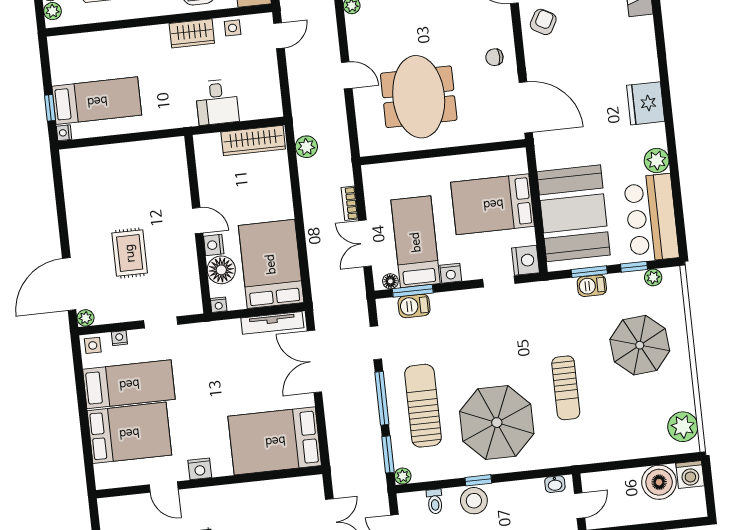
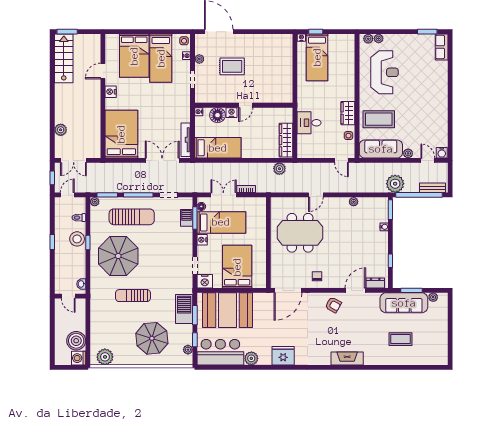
bed: (271, 264) -> (218, 148), width x0.67
barbecue: (592, 286) -> (184, 309), width x1.88, depth x1.53
plant: (86, 318) -> (199, 59), moved

